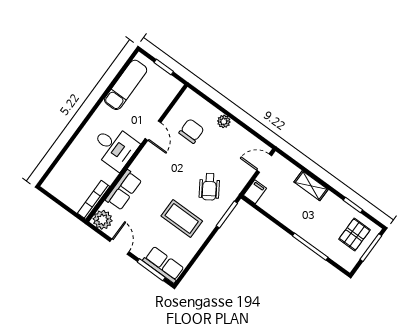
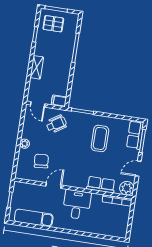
chair: (191, 131) -> (41, 161), turned 85
wheelchair: (209, 187) -> (56, 124), moved

